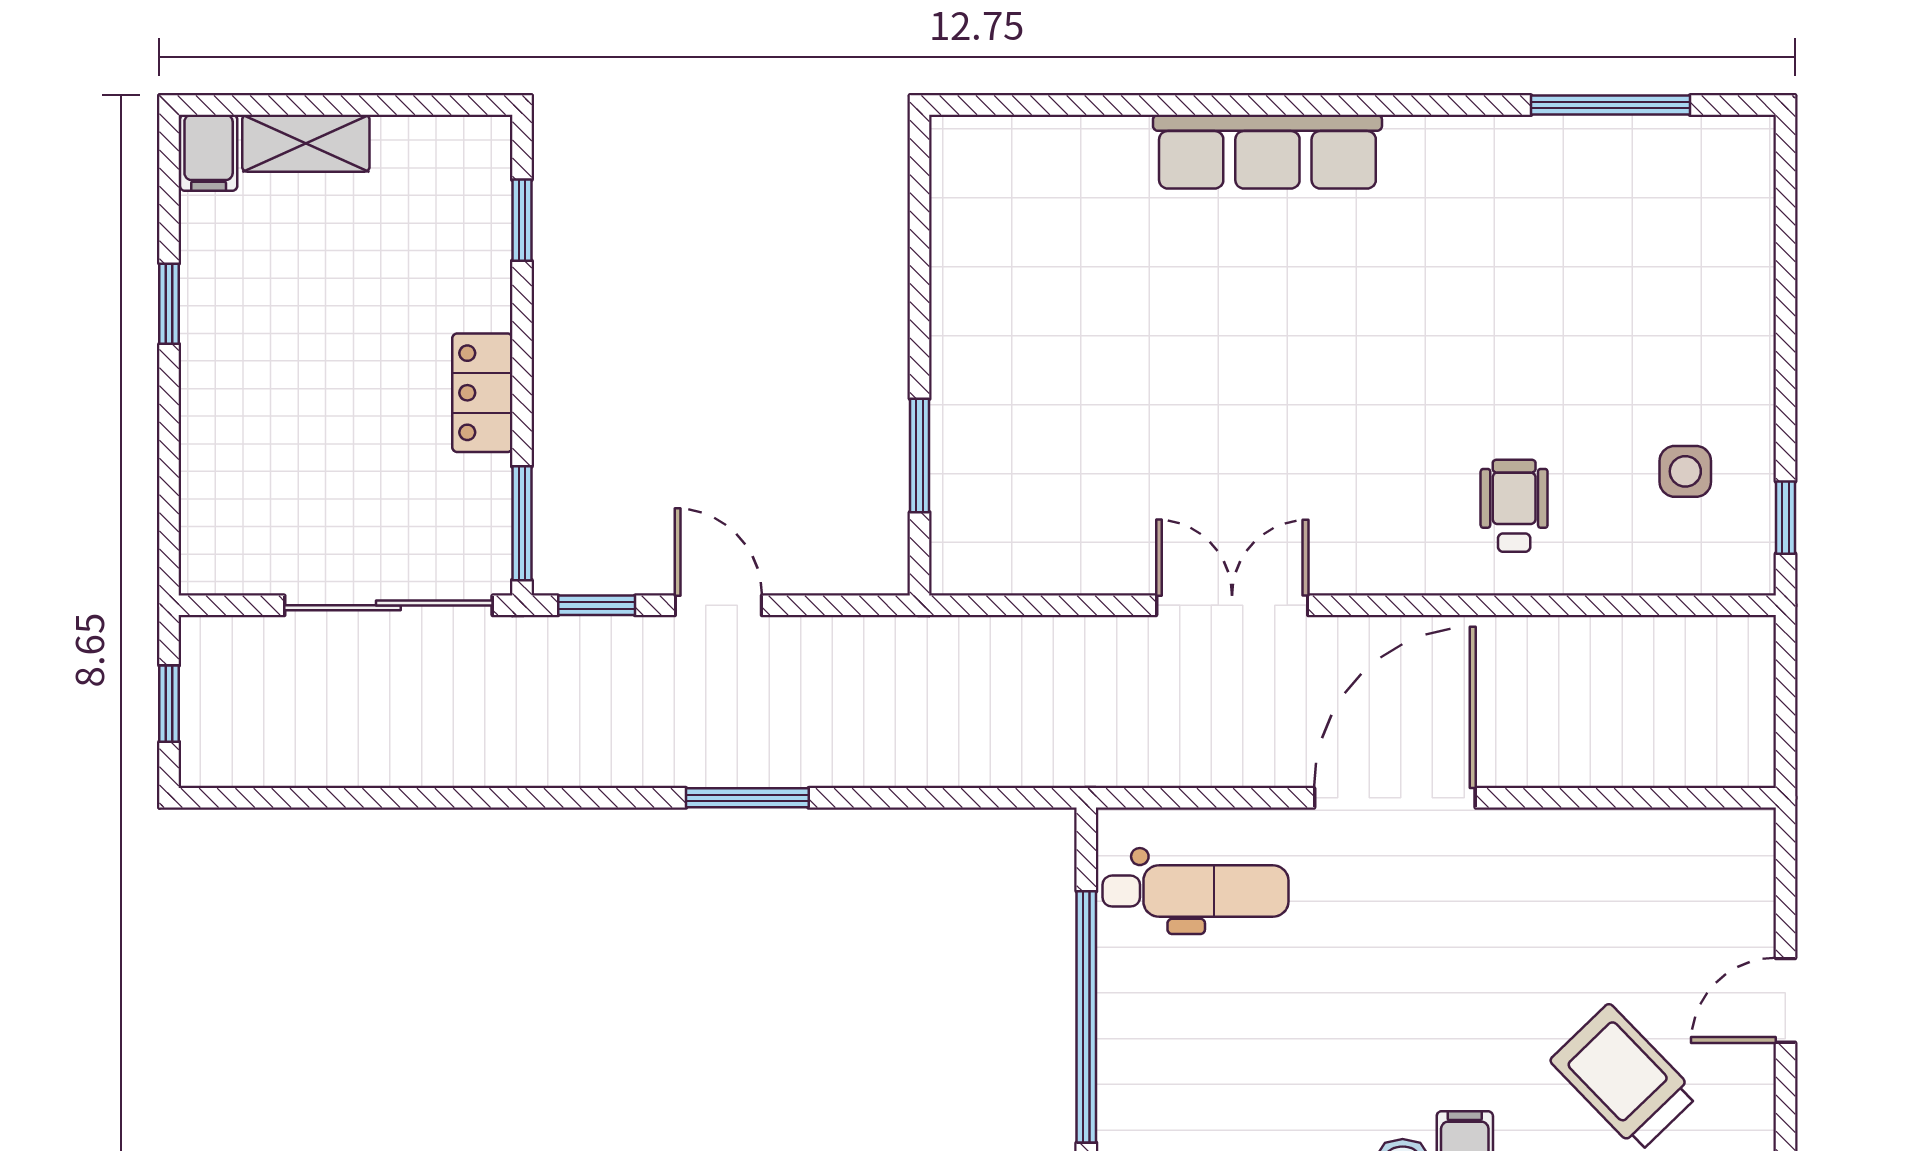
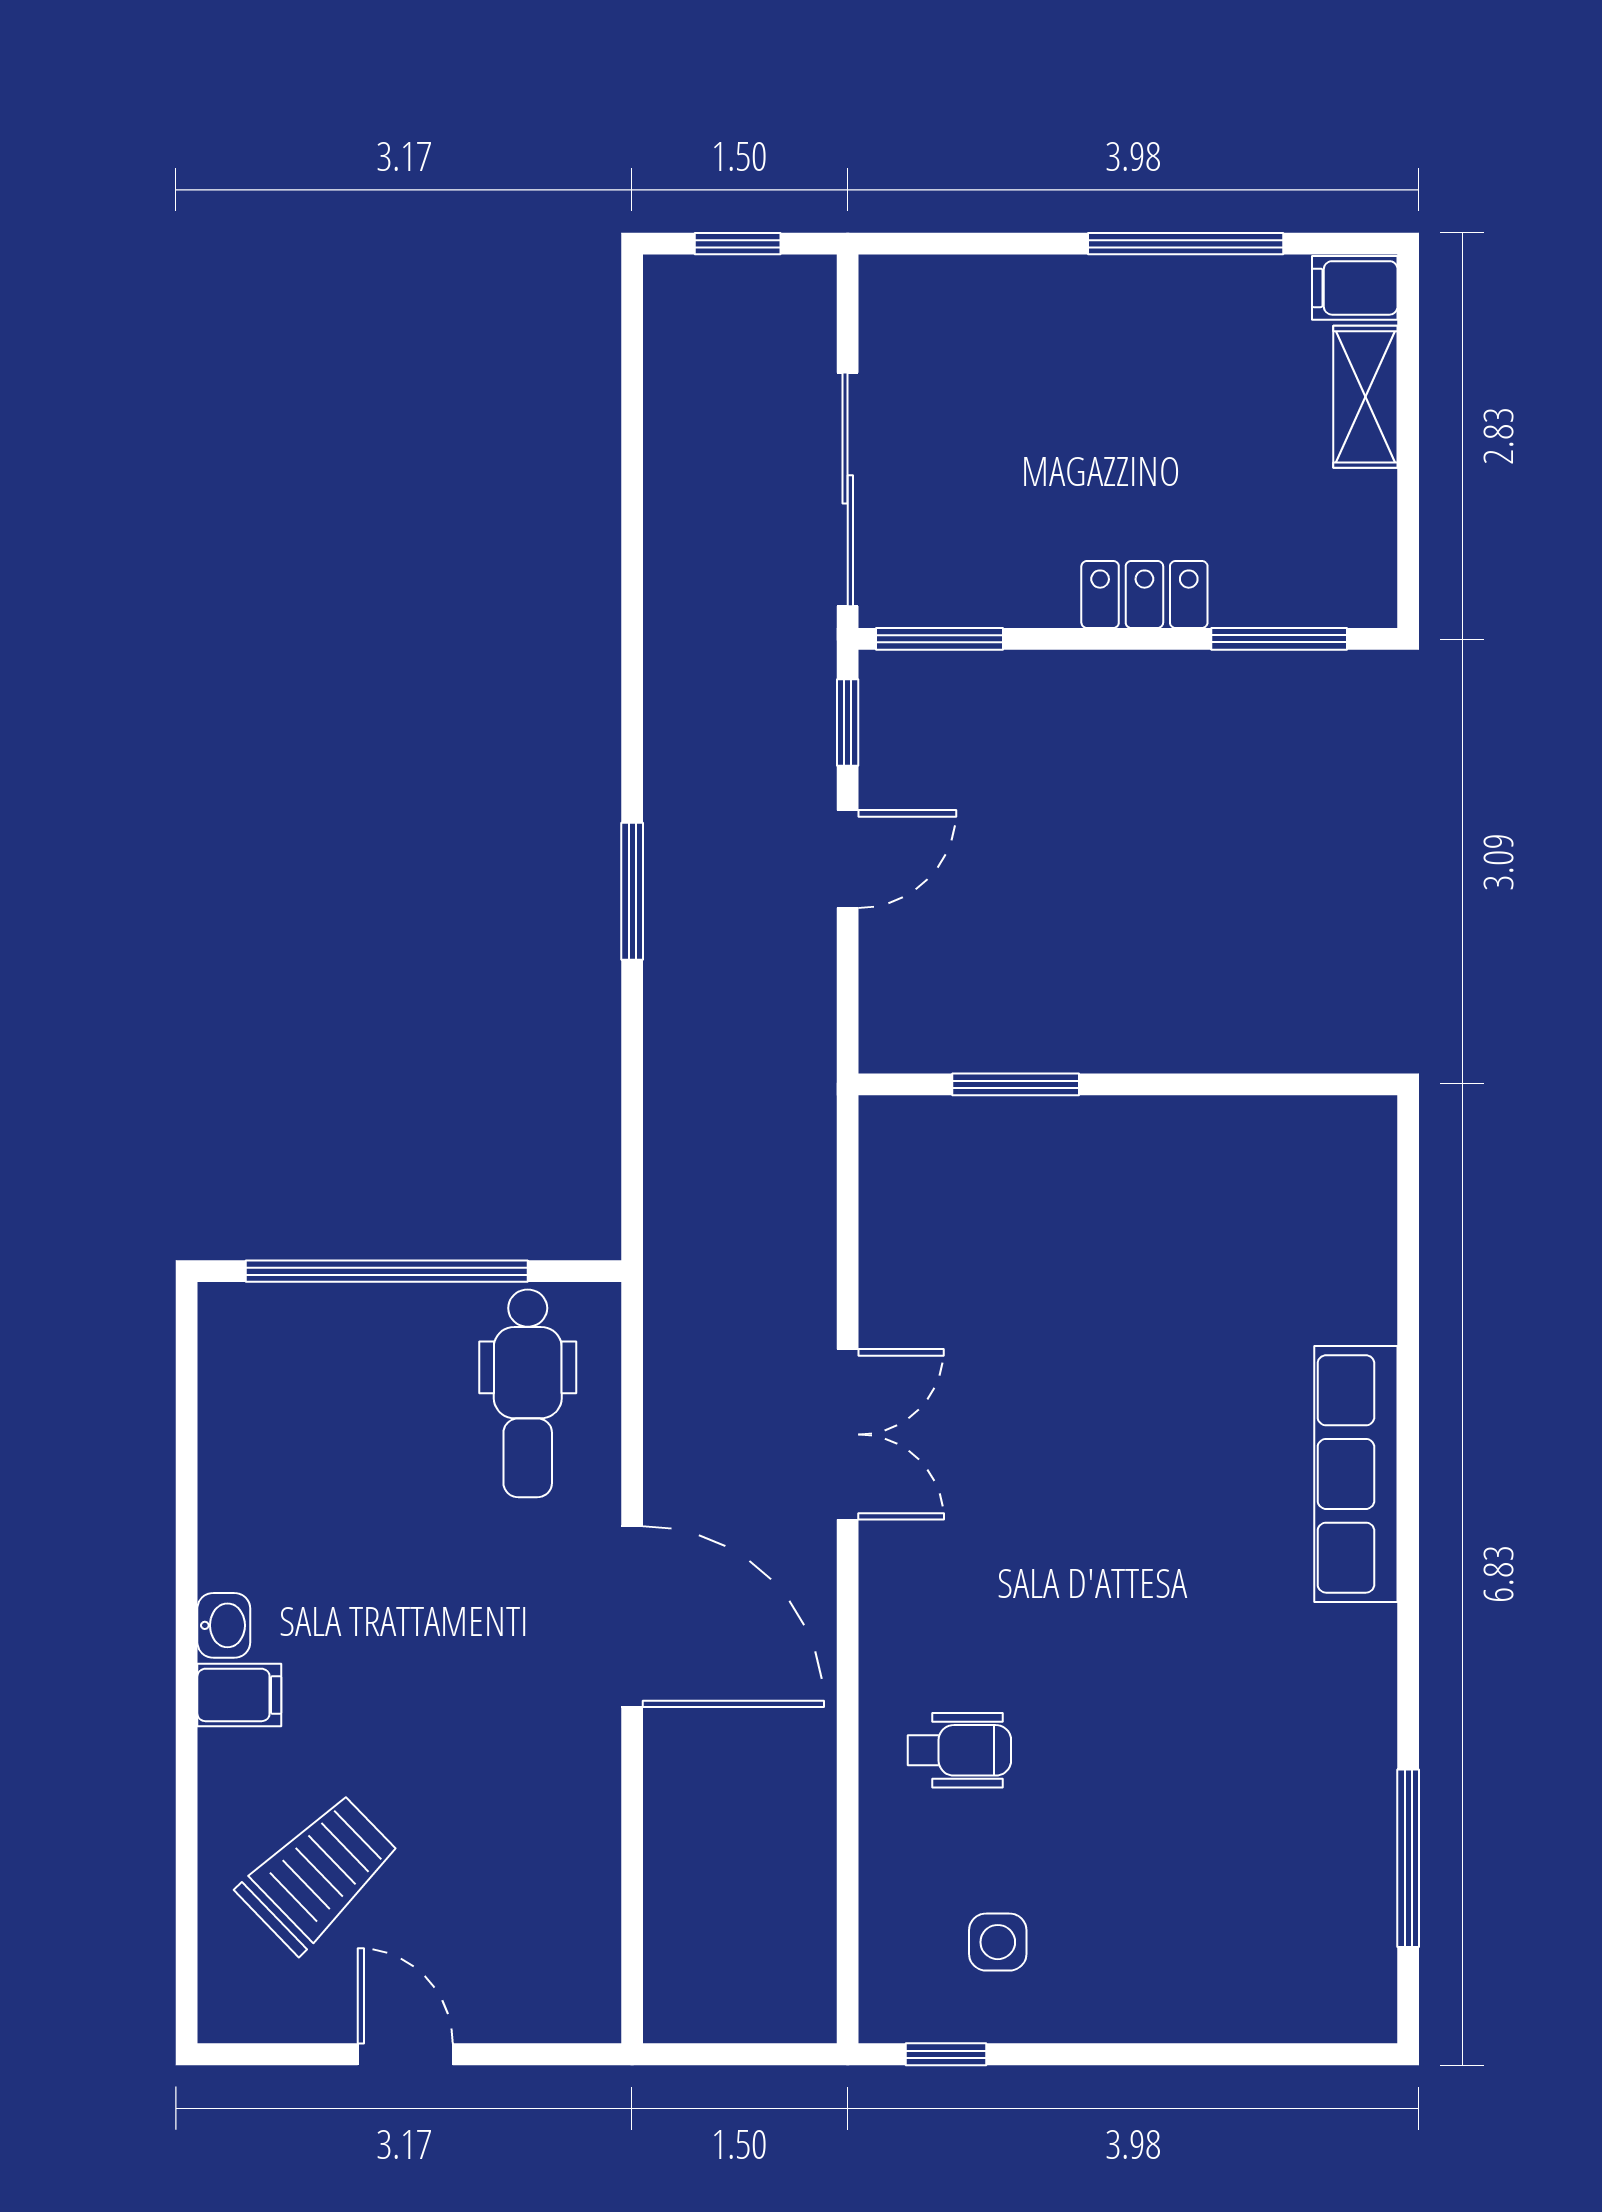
window: (522, 220) -> (1279, 639), width x1.50
window: (169, 304) -> (1186, 244), width x2.17
locker: (482, 393) -> (1144, 594), moved

